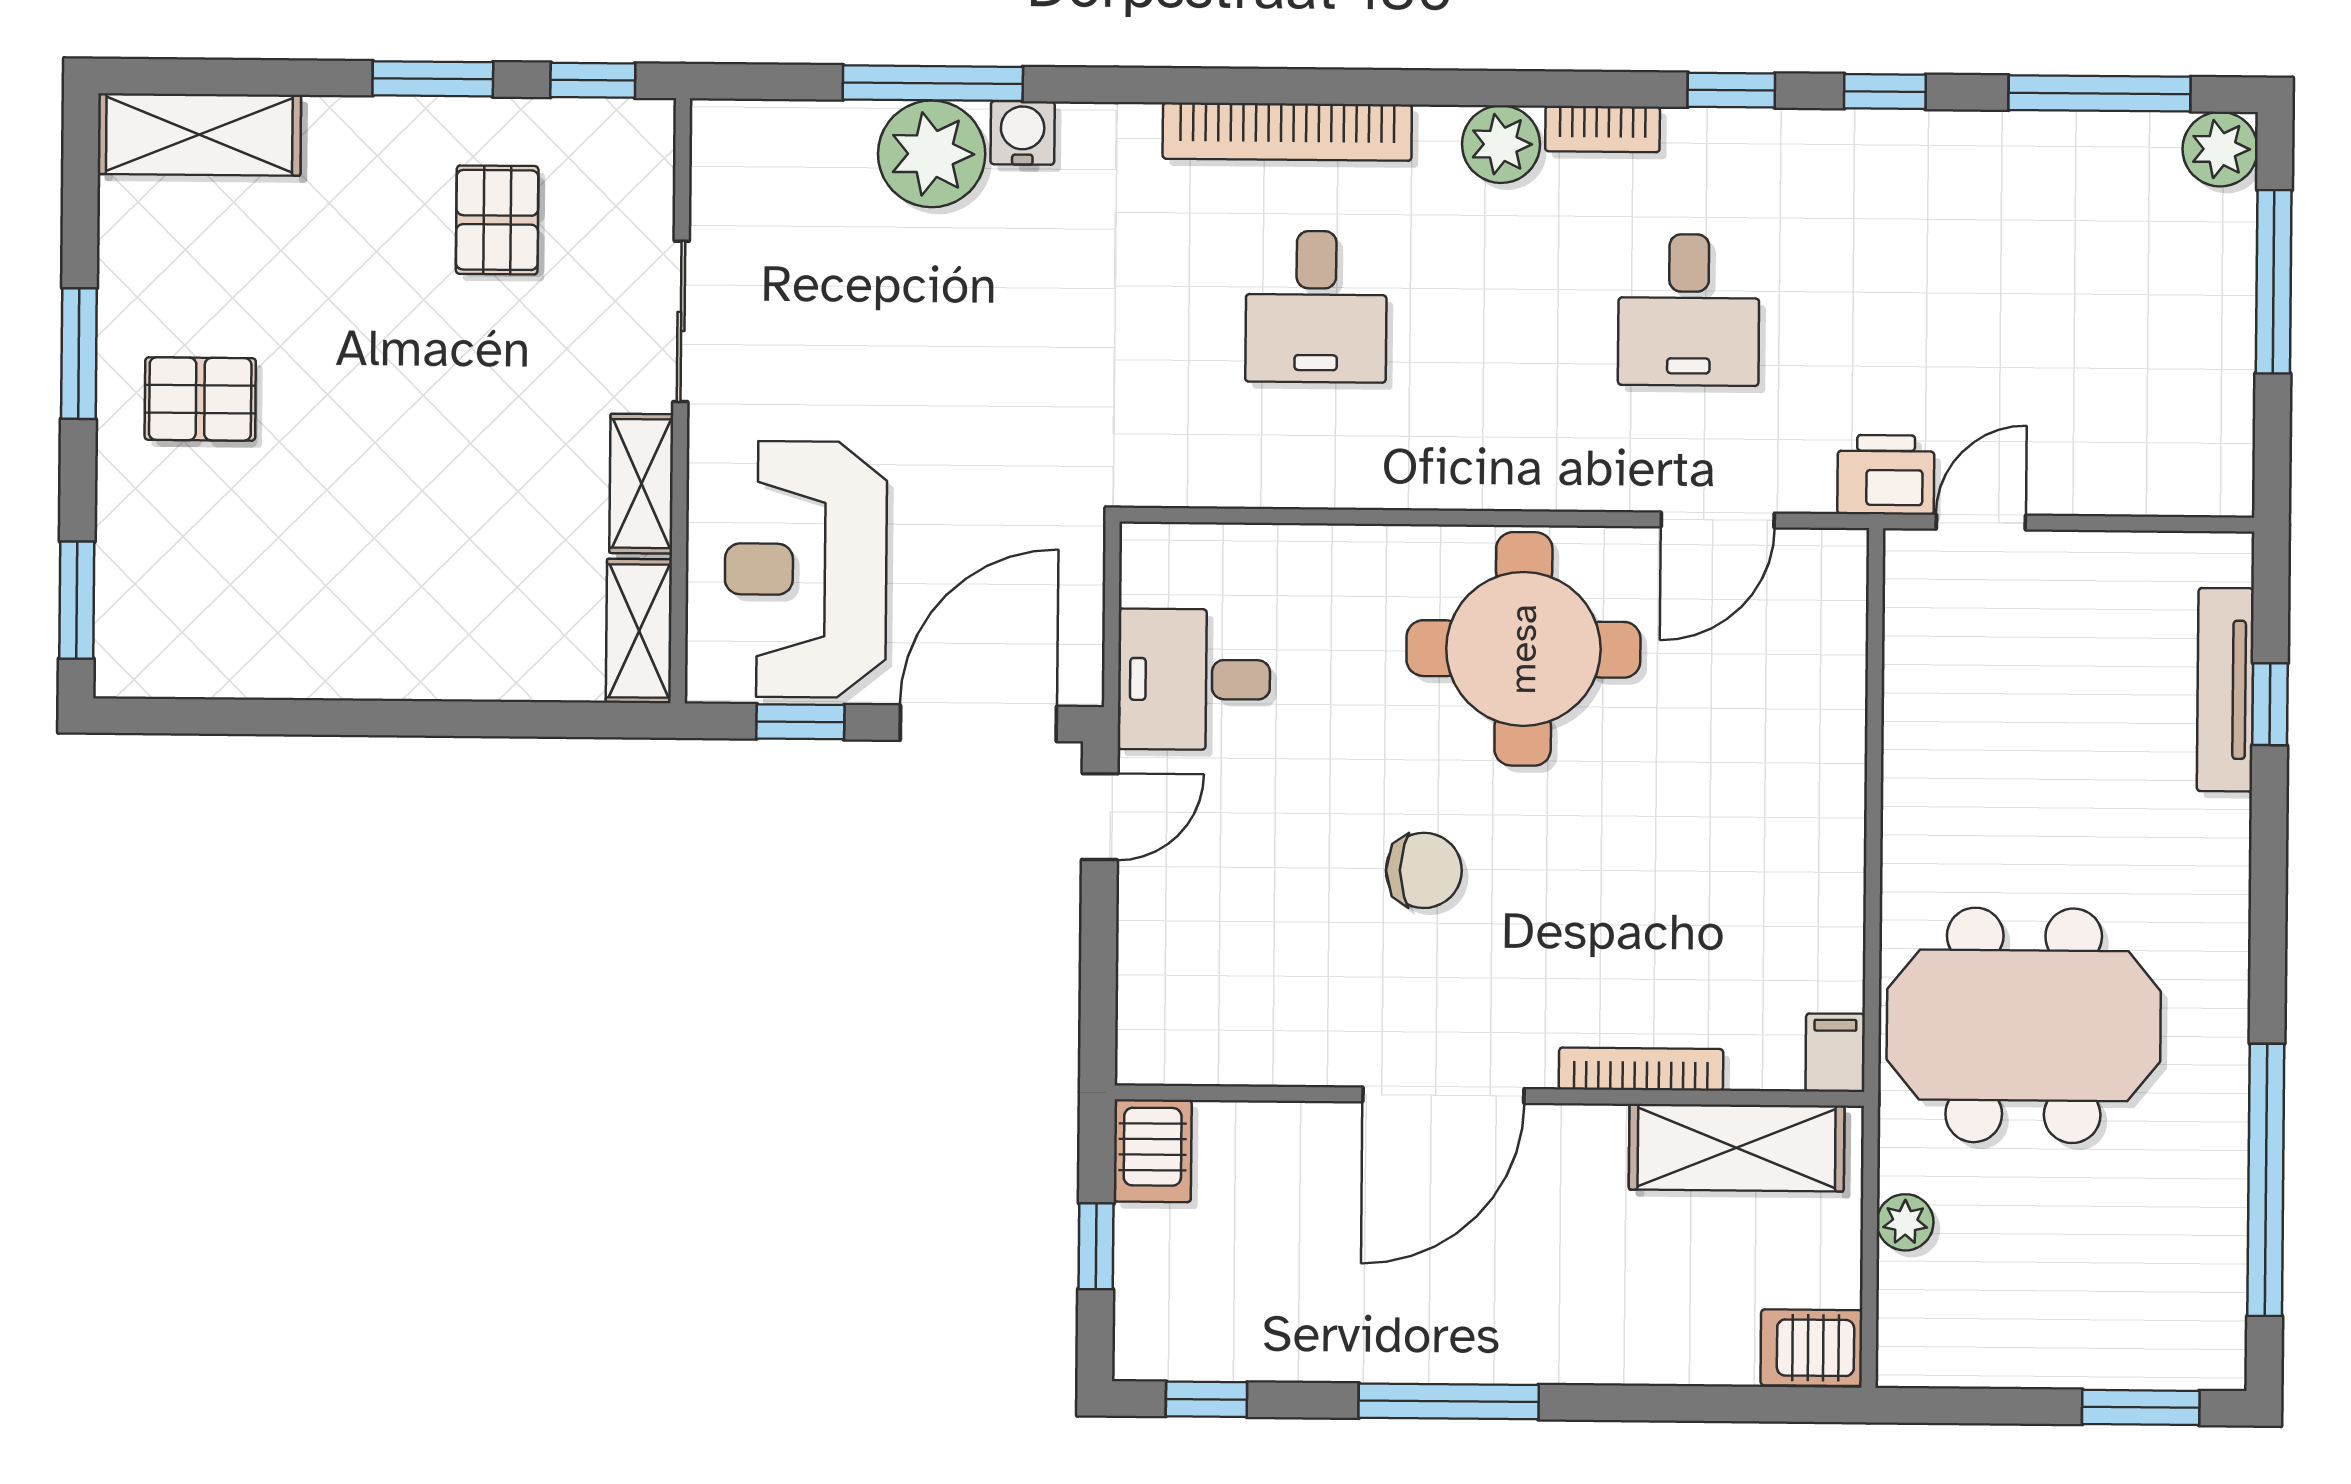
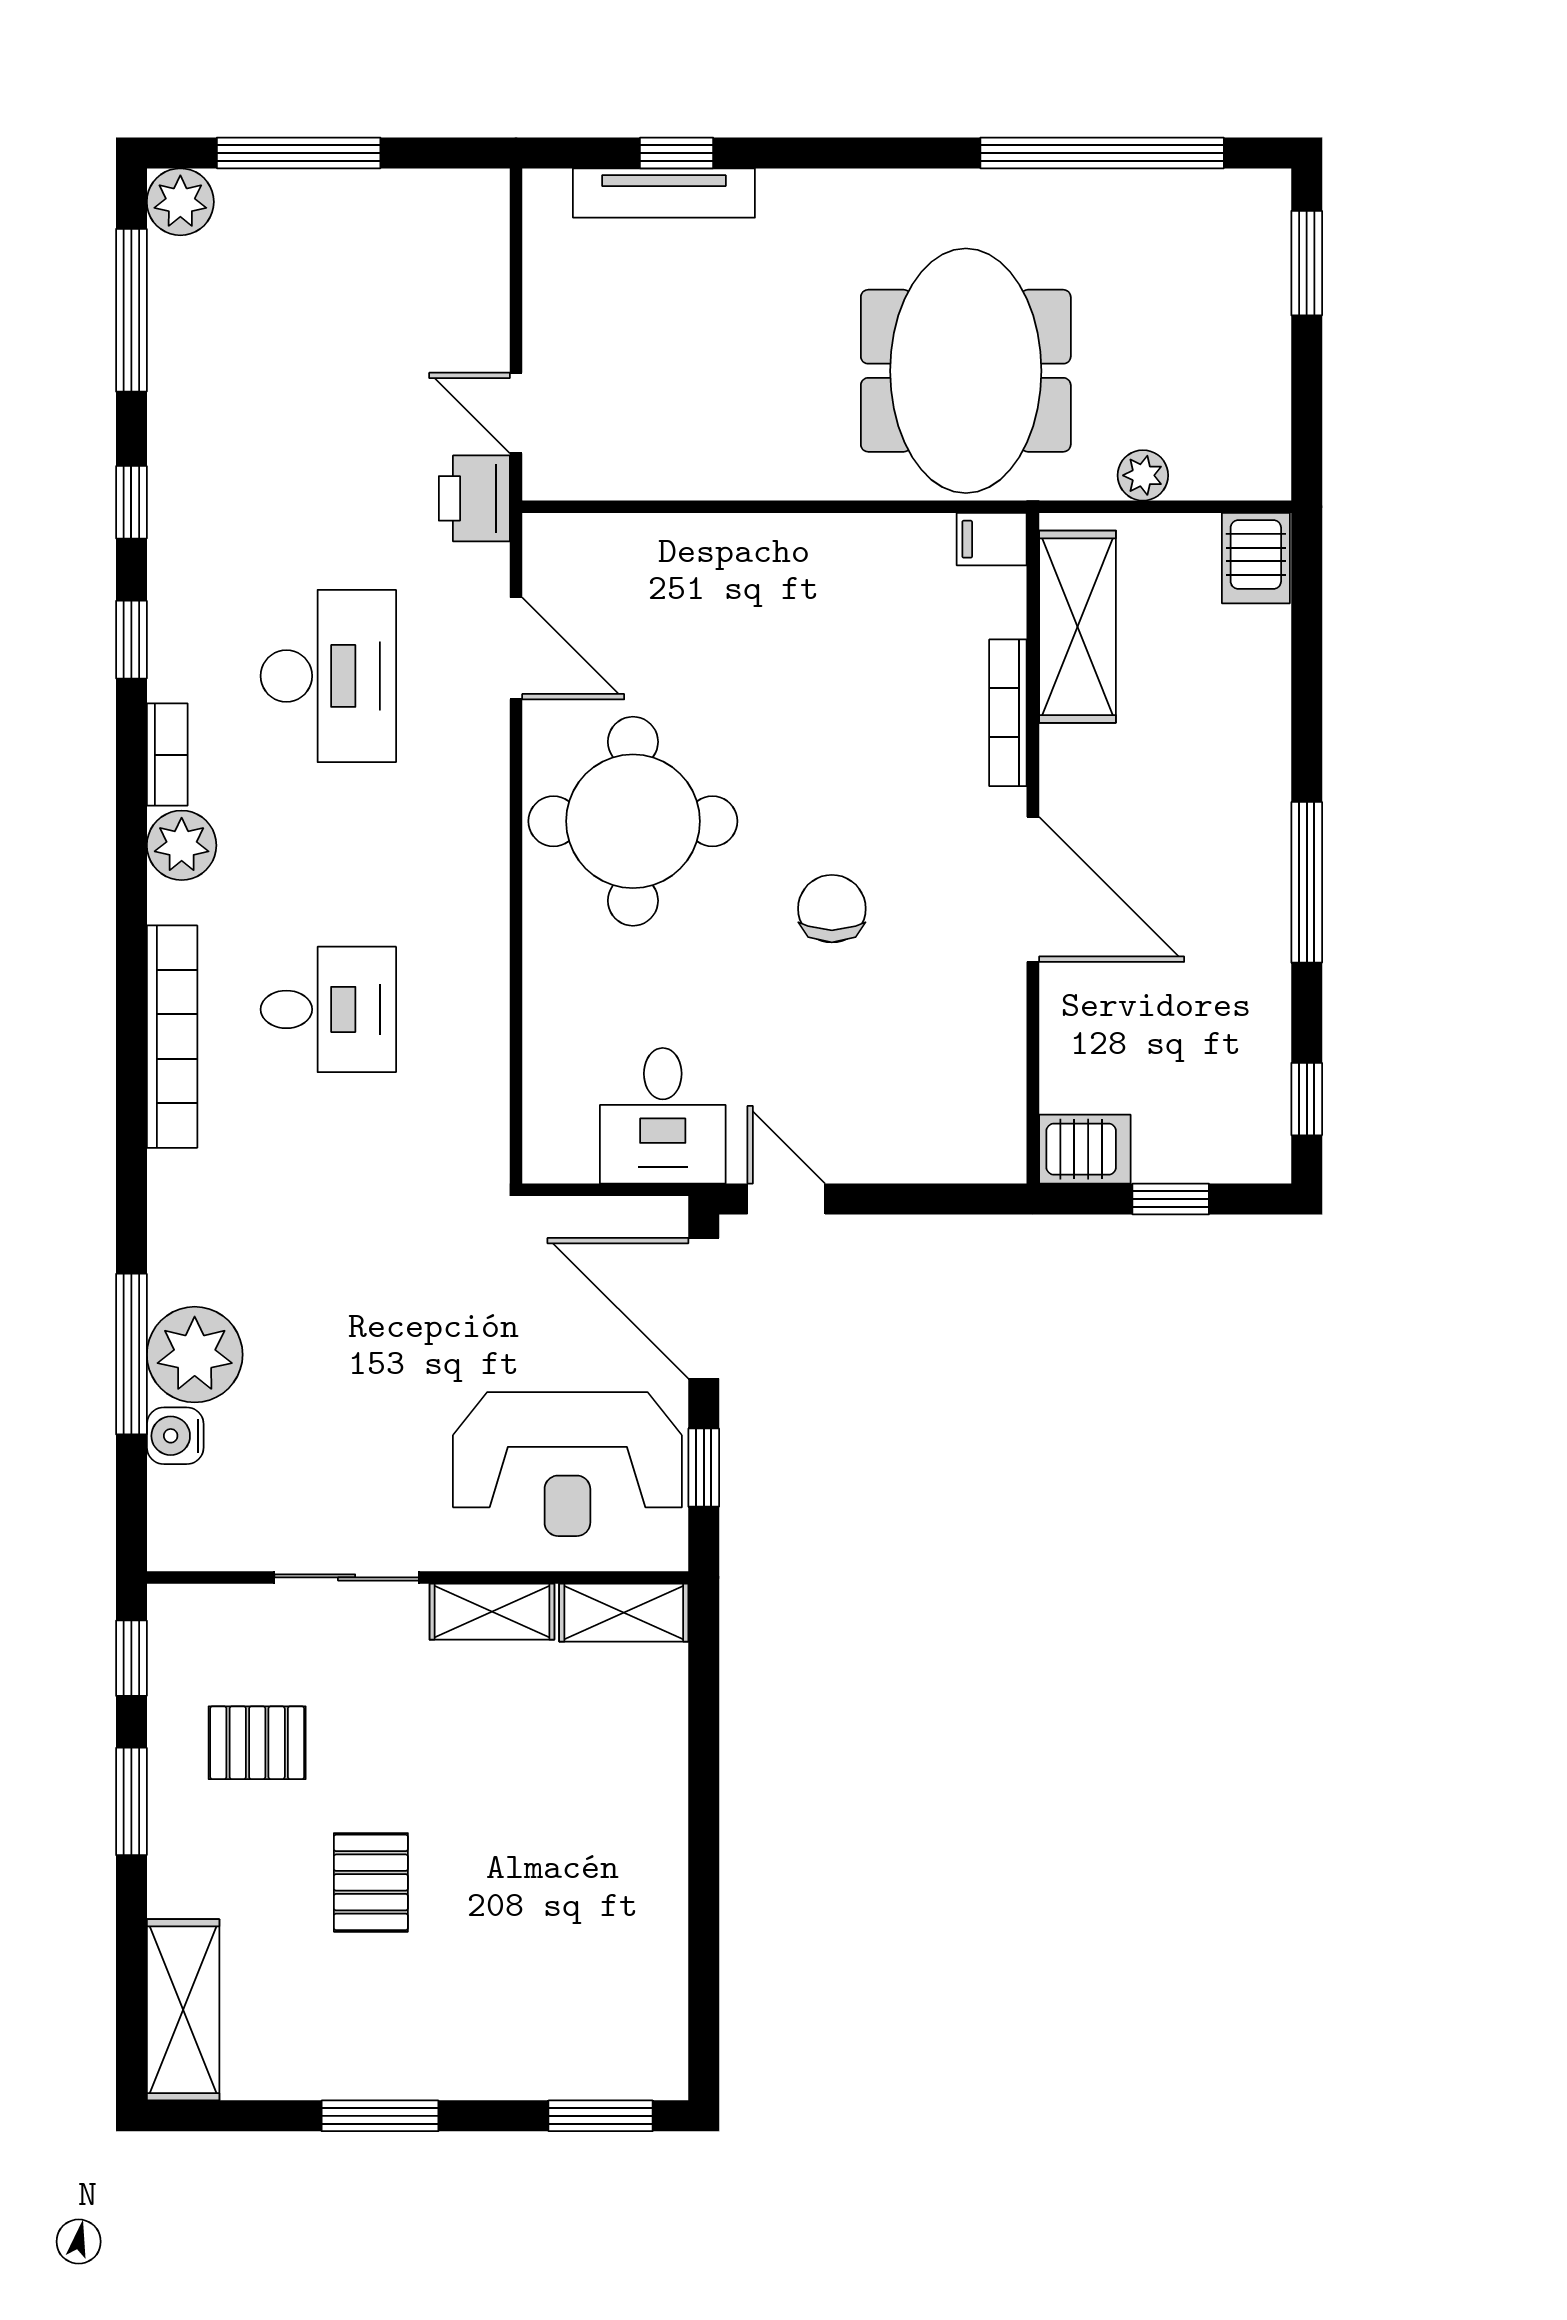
water cooler: (1023, 133) -> (175, 1436), moved
desk: (1689, 310) -> (328, 676), width x1.37
pallet: (200, 399) -> (371, 1882), moved

